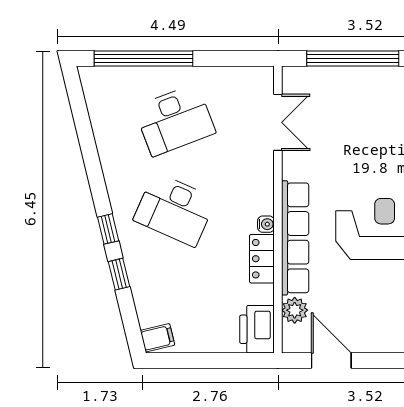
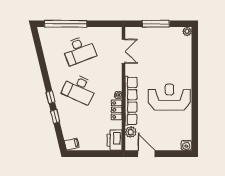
window: (353, 59) -> (156, 24), width x0.68

